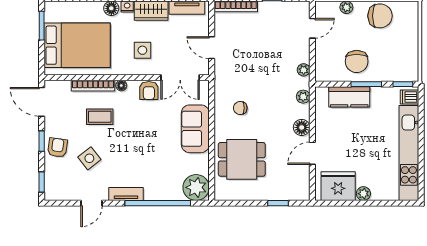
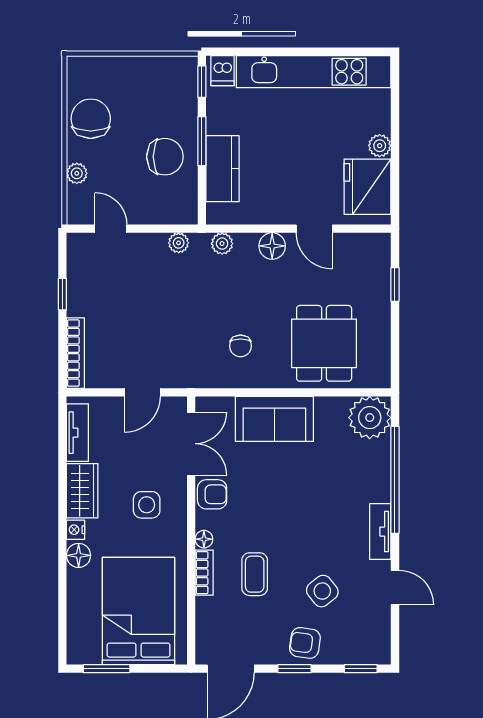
bookcase: (93, 86) -> (204, 573), width x0.64

